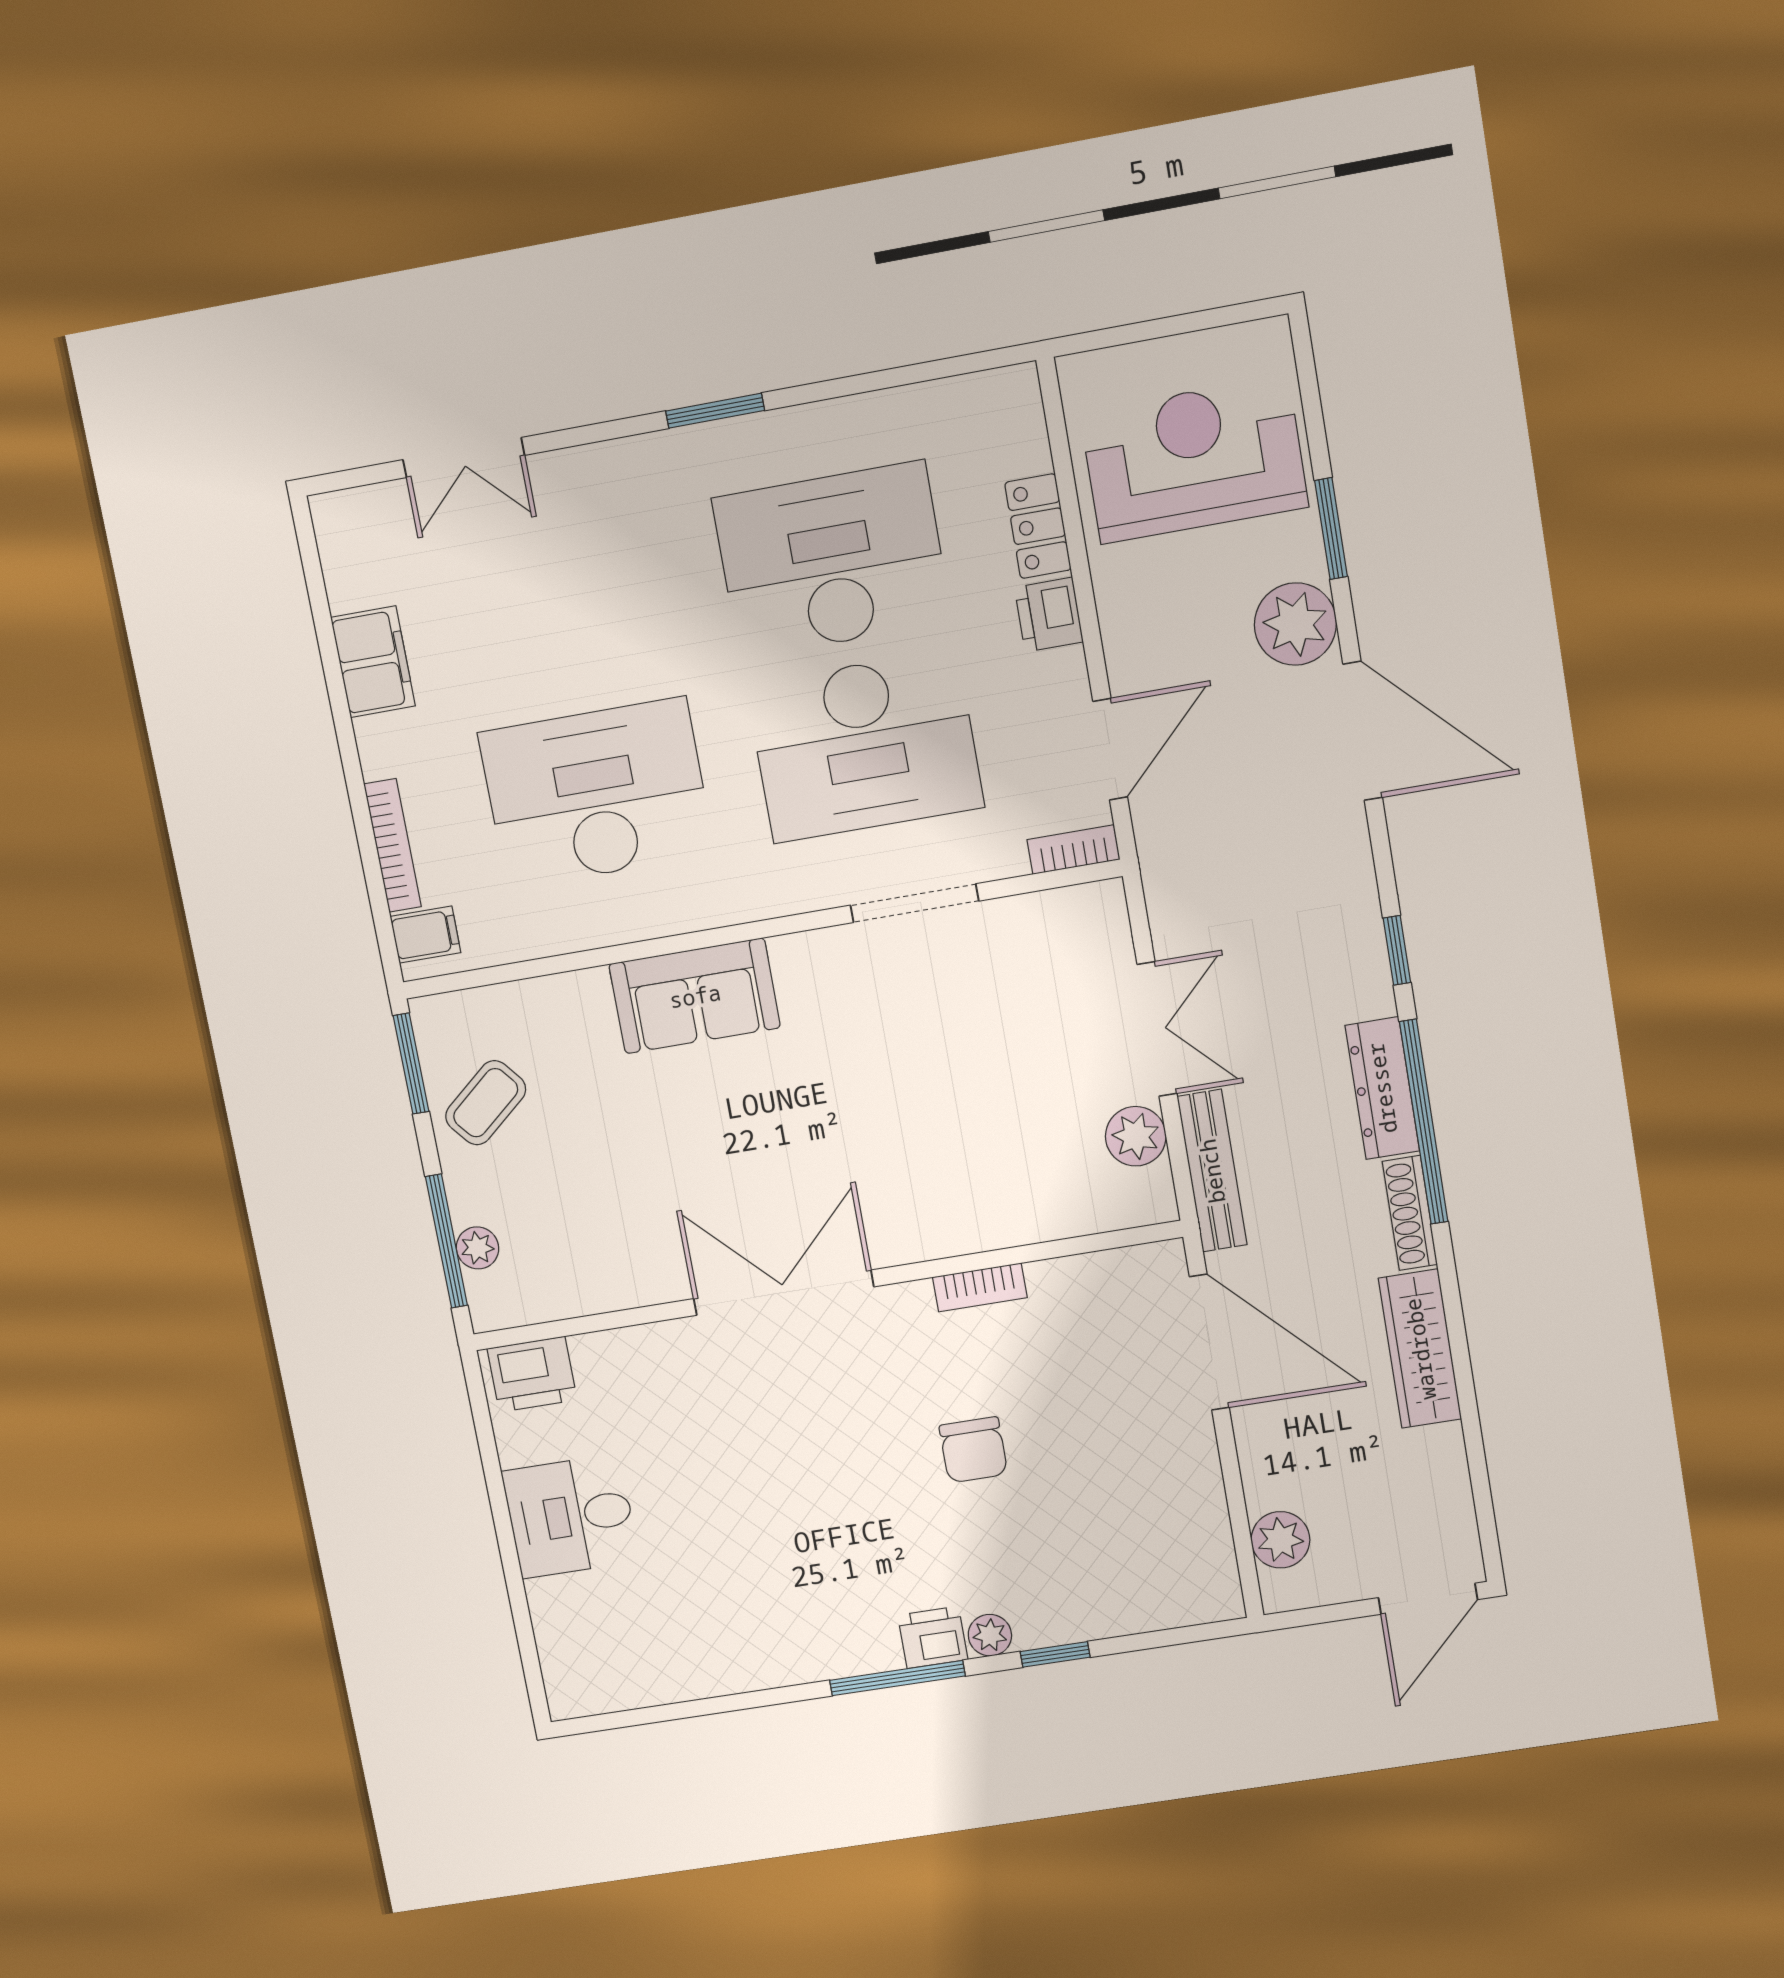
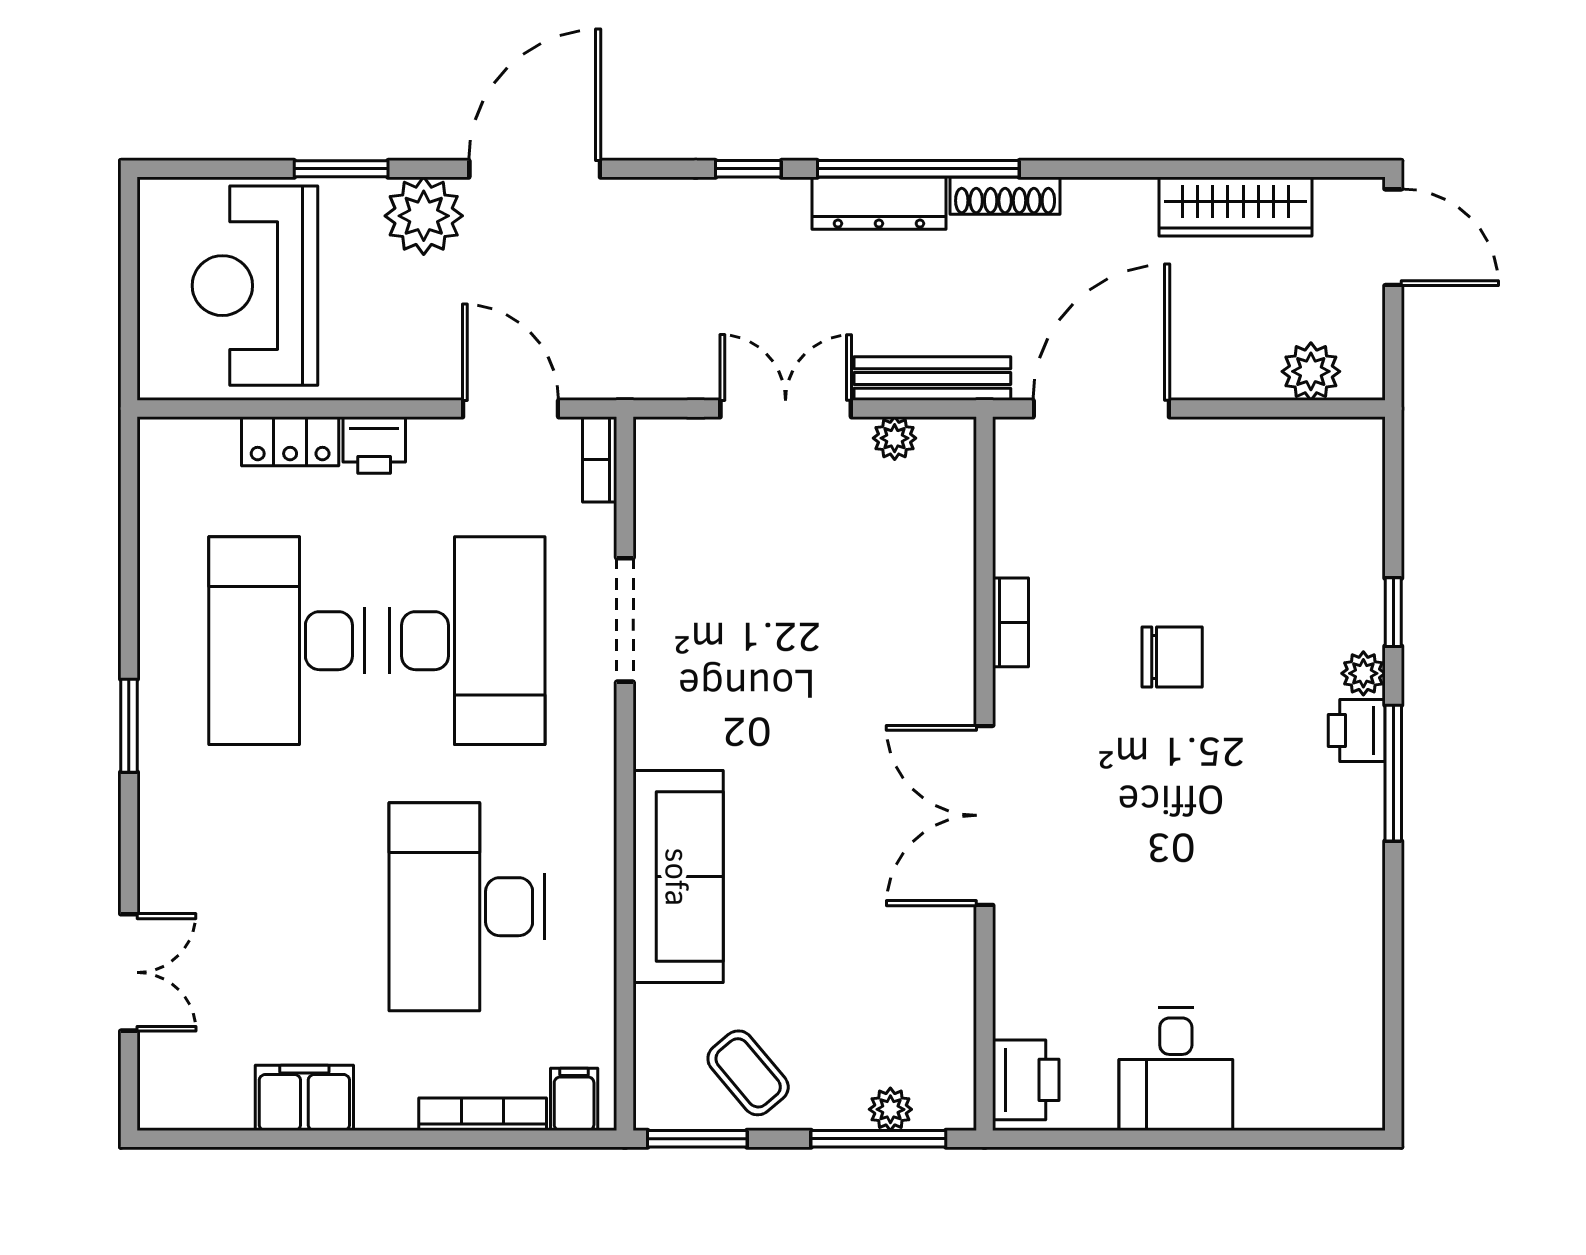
sofa: (695, 996) -> (678, 877), width x1.36
plant: (1136, 1136) -> (895, 438), width x0.73, depth x0.73
wardrobe: (1420, 1349) -> (1235, 207), moved

